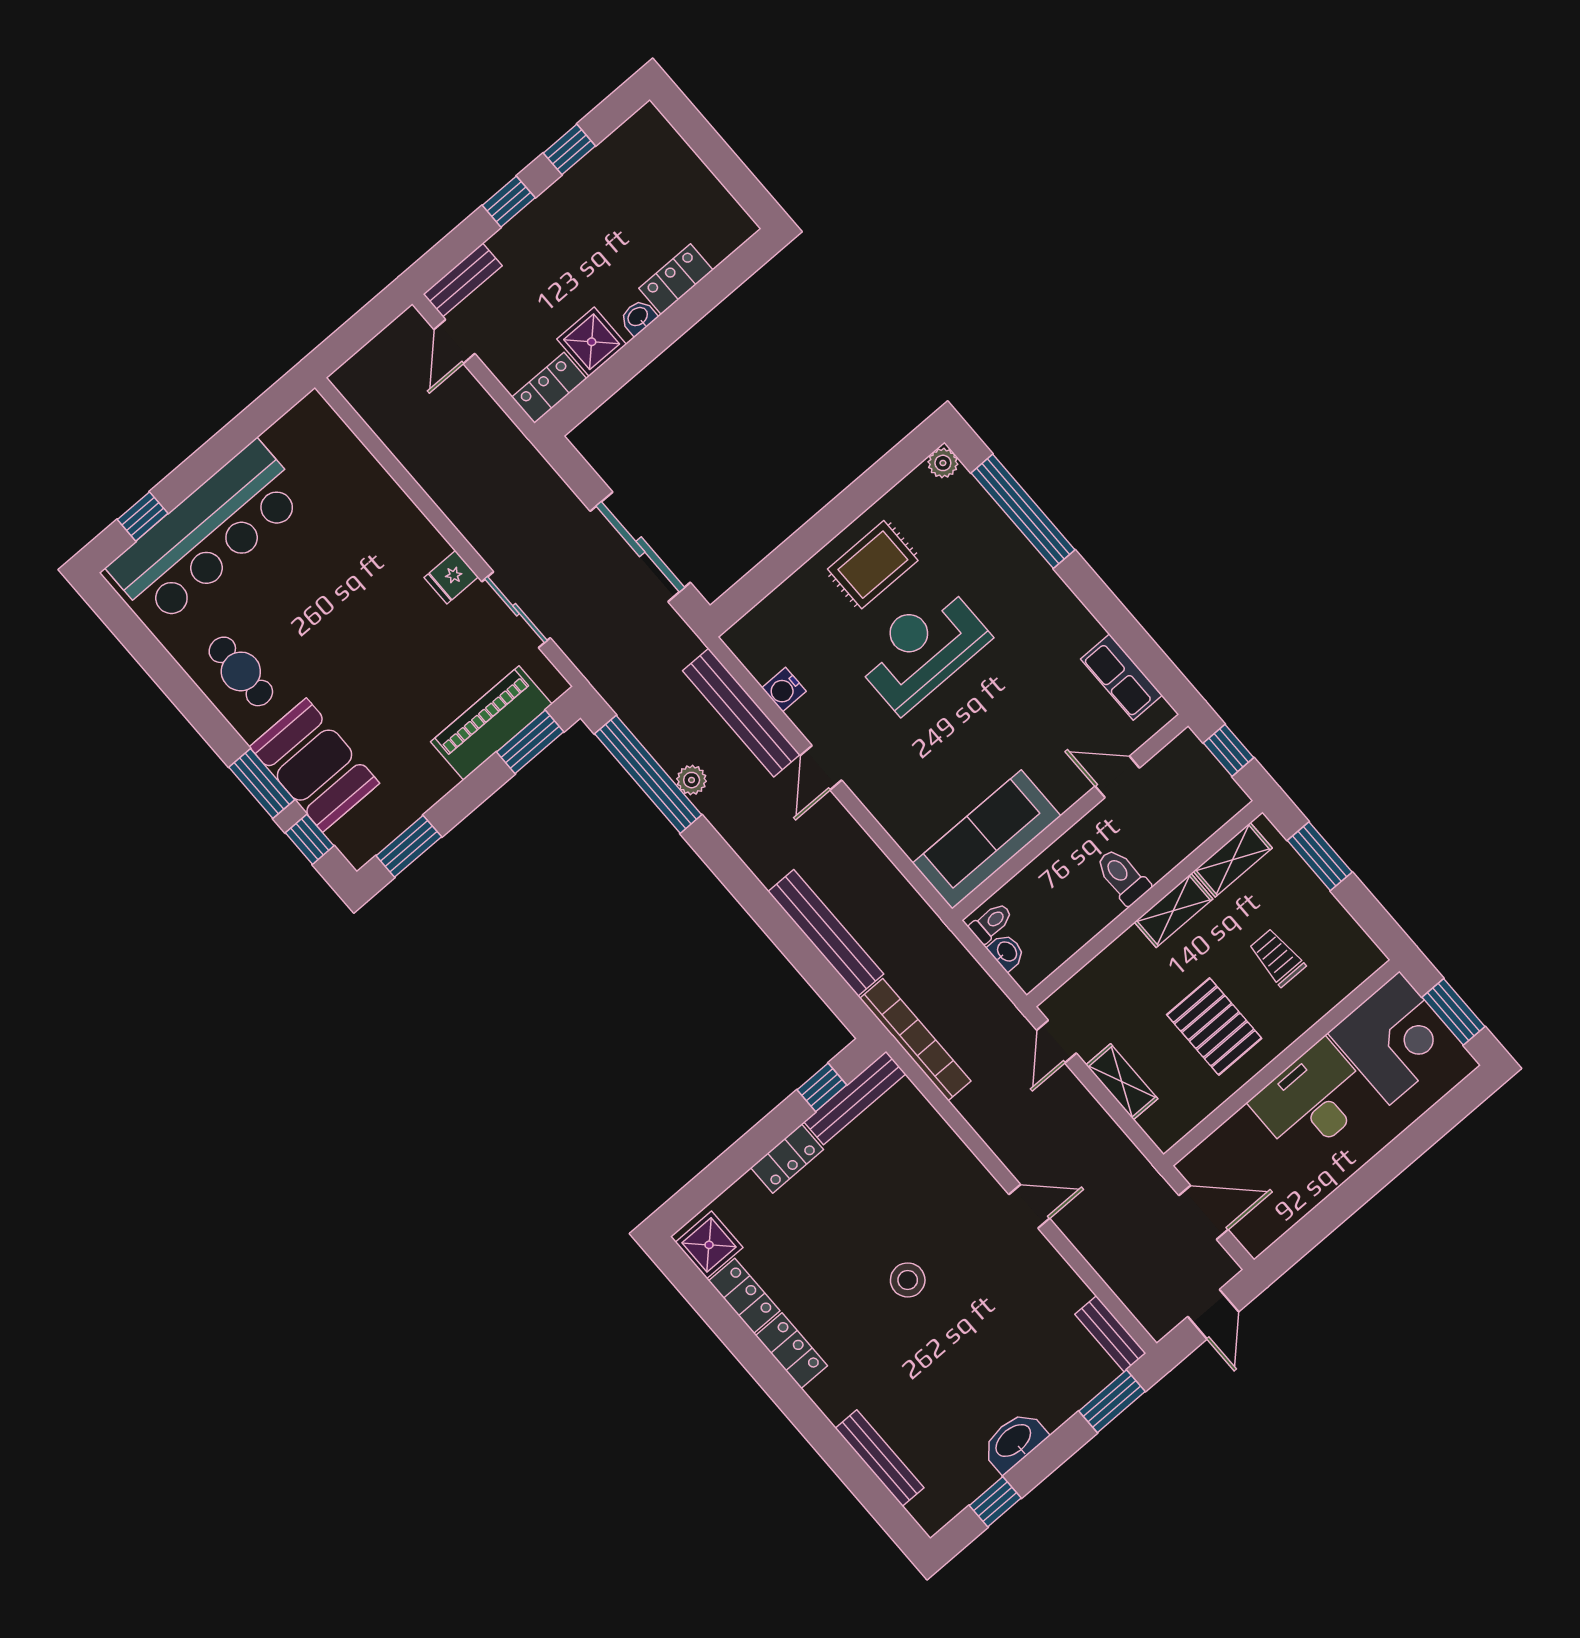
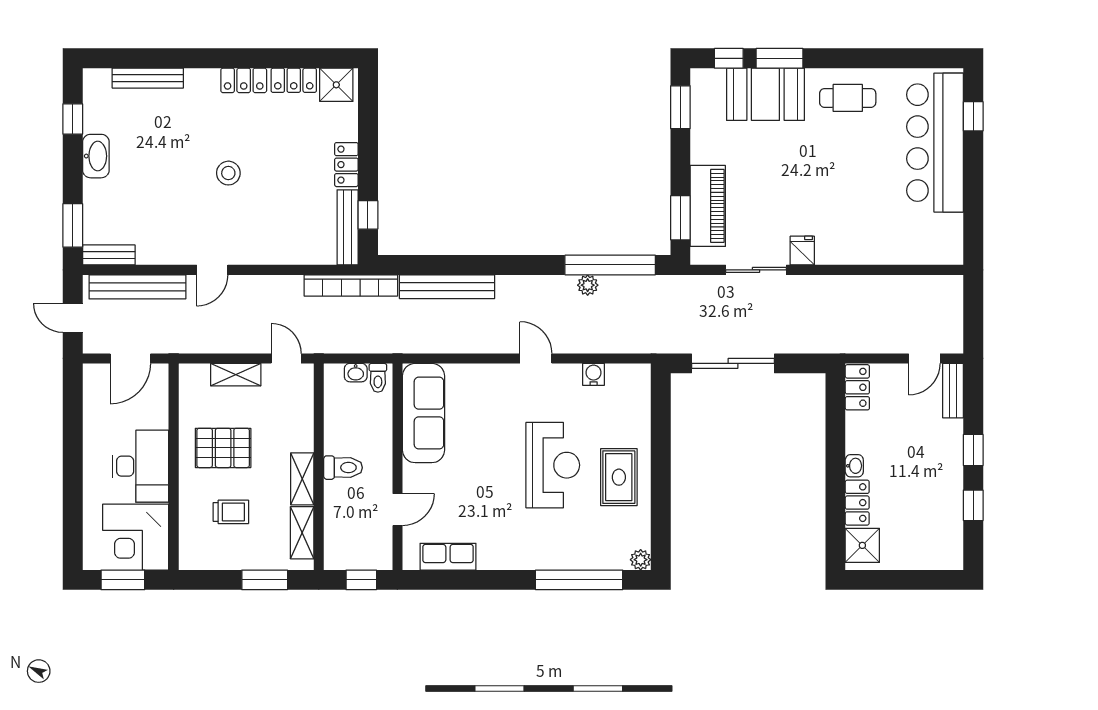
door: (454, 342) -> (924, 358), swing flipped
shower: (592, 342) -> (862, 545), moved
bench: (741, 713) -> (137, 287), moved

